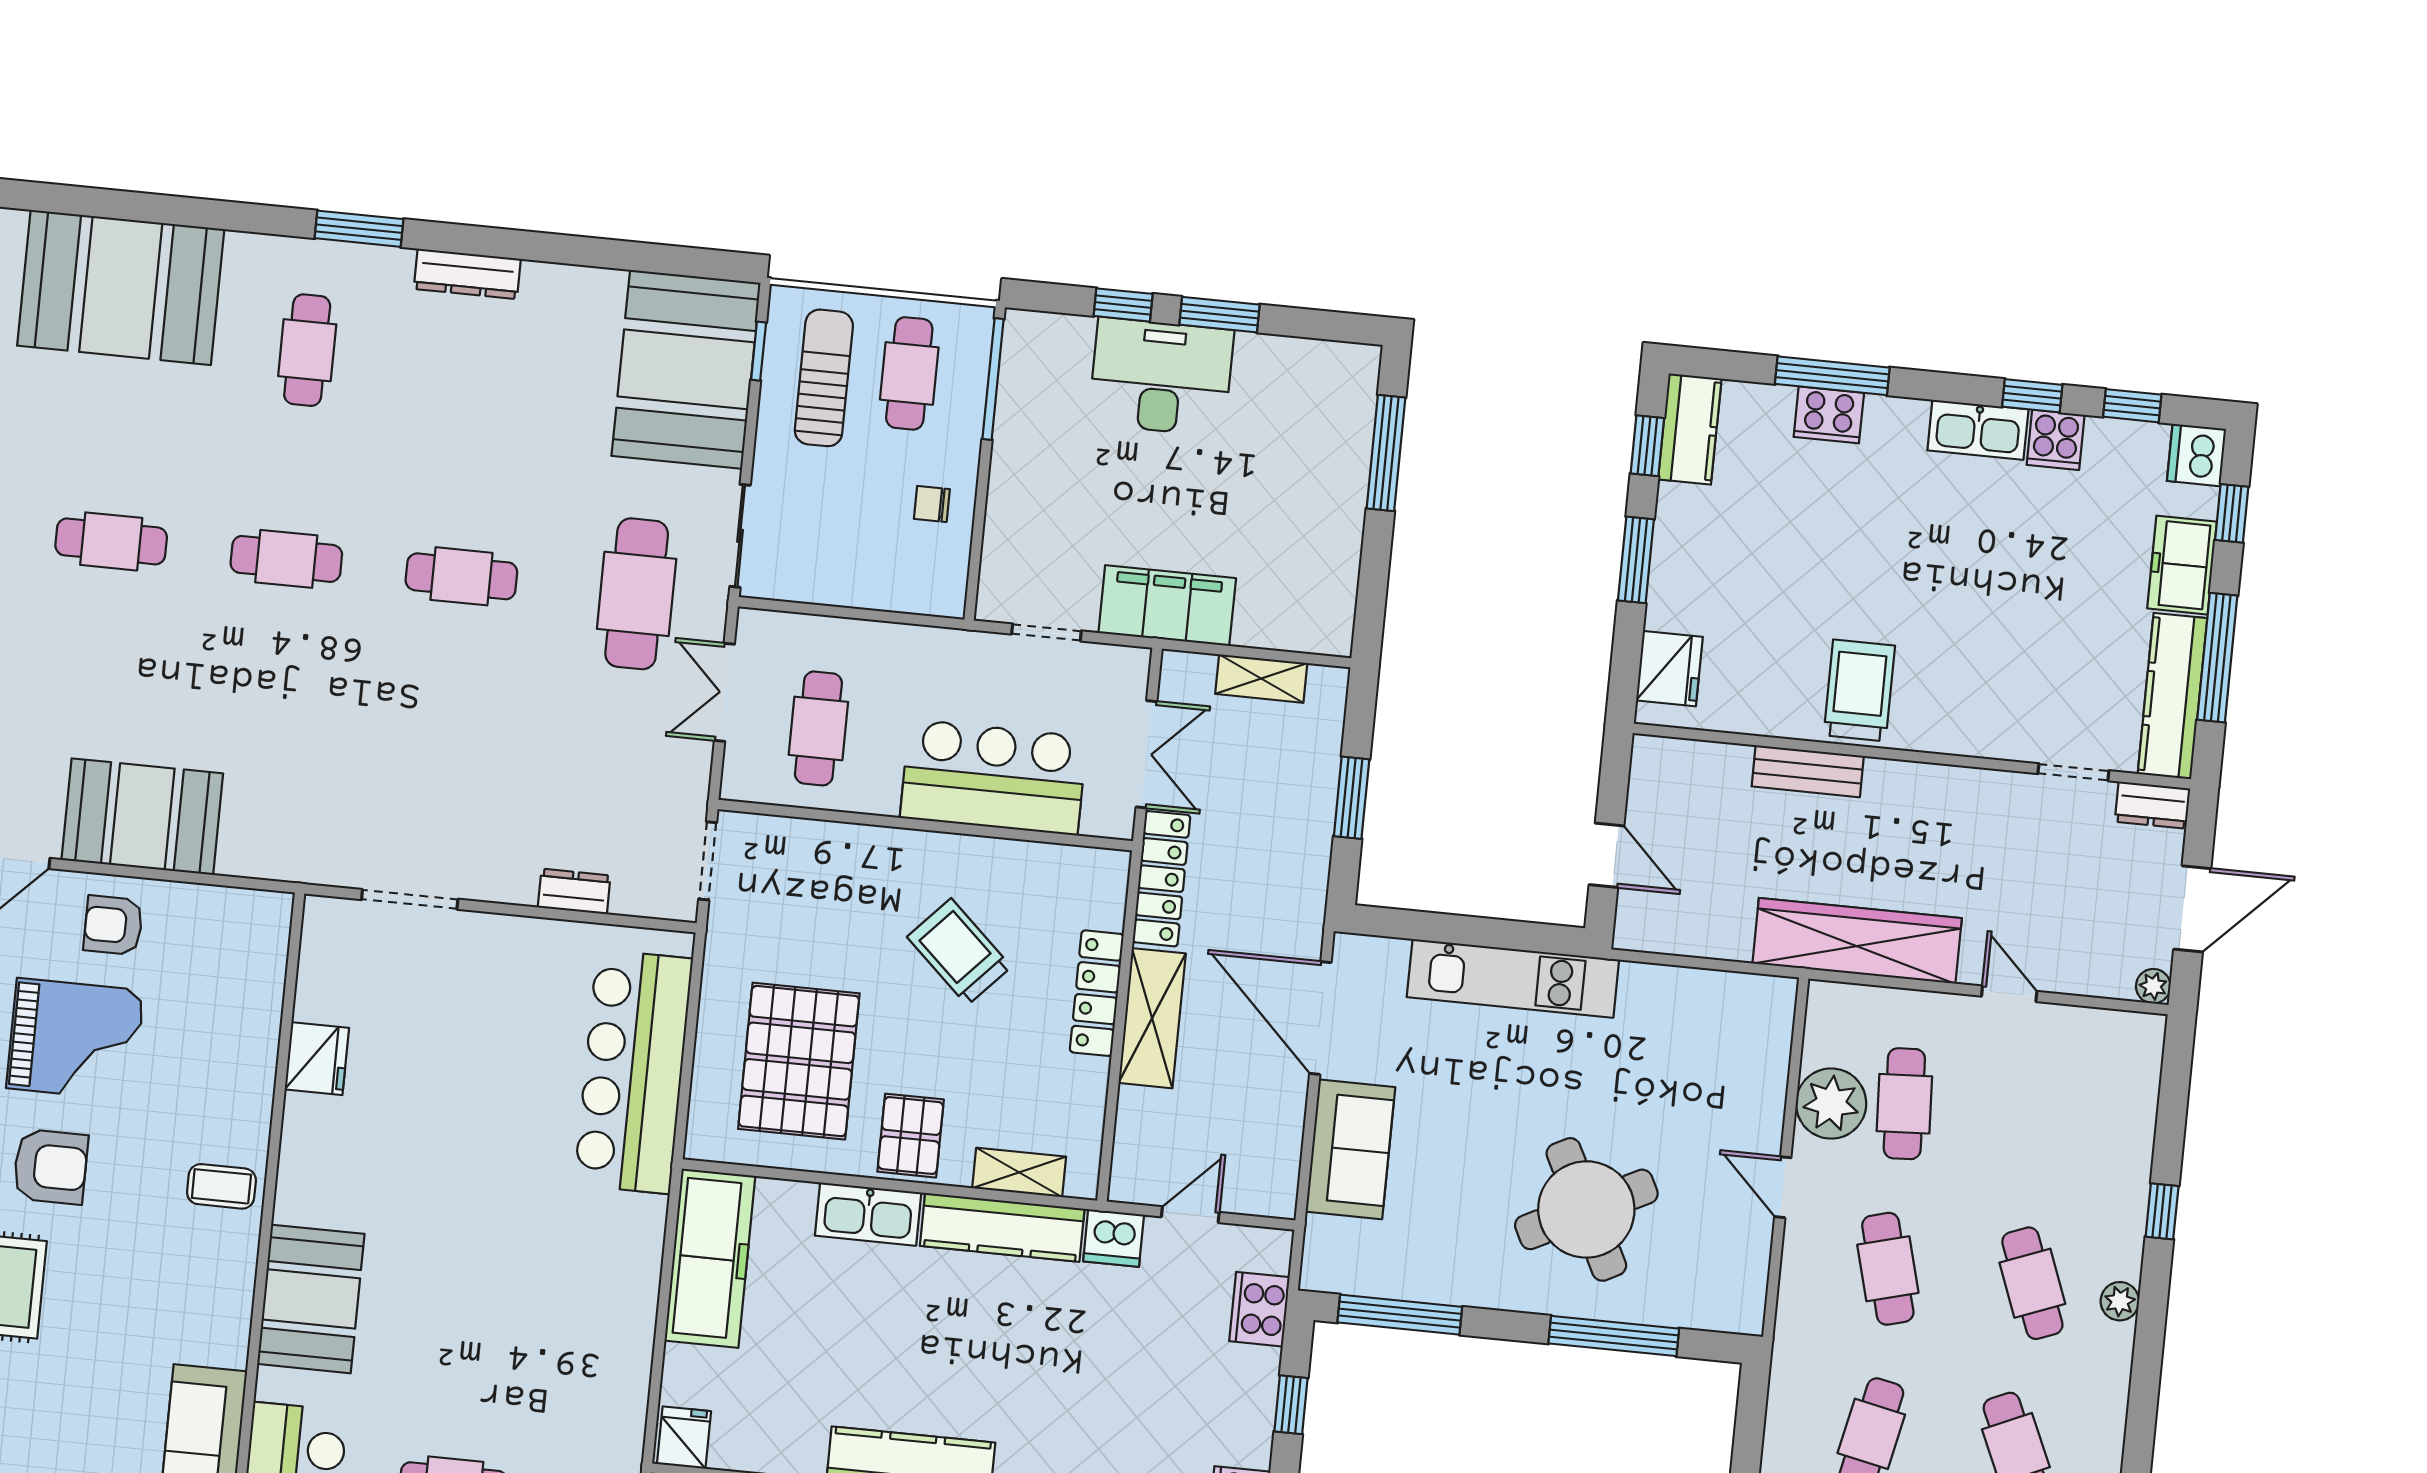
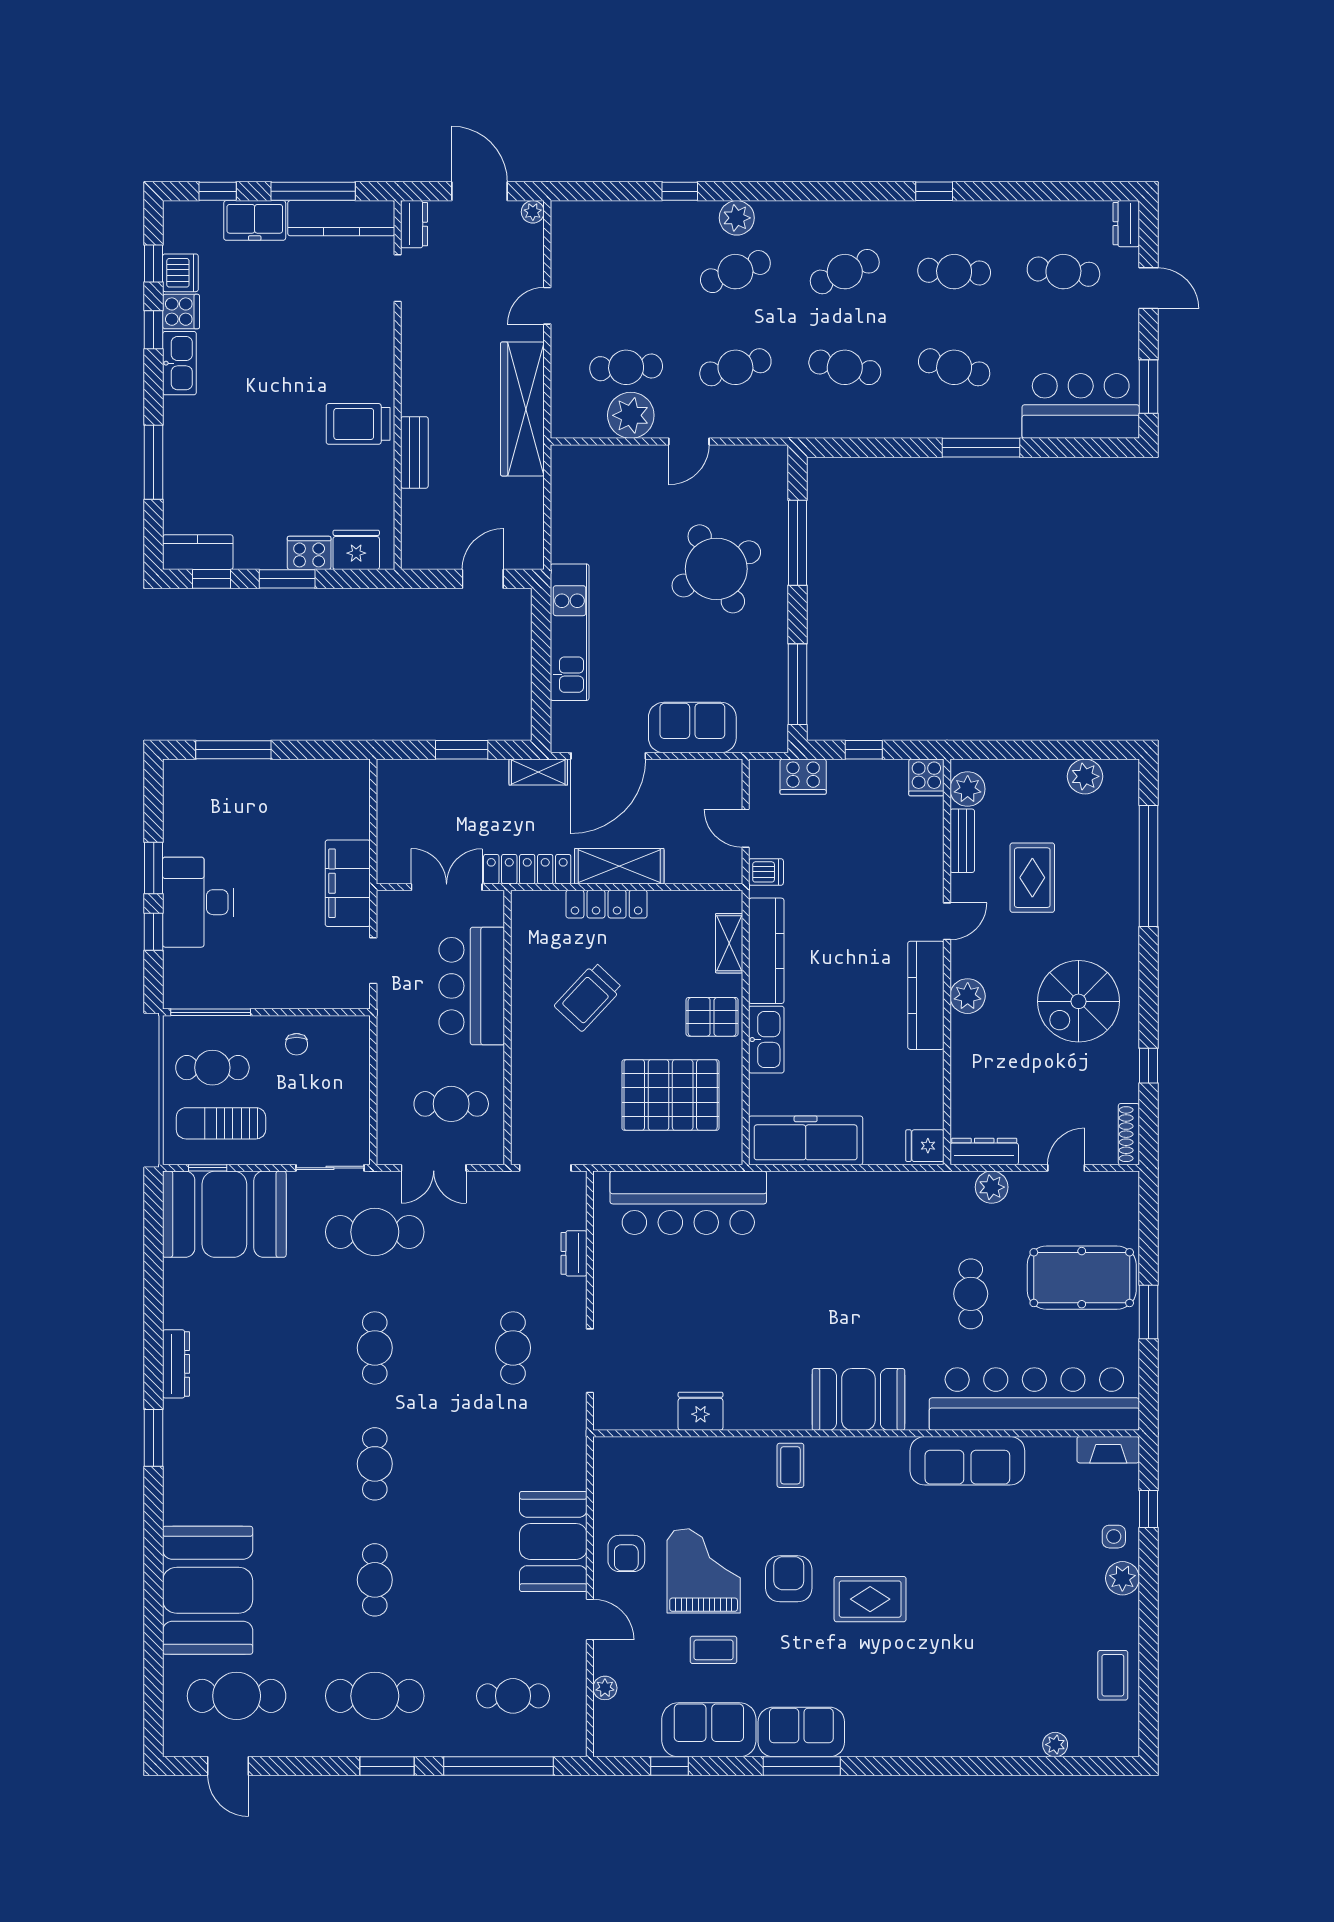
cafe table: (307, 350) -> (513, 1348), moved, turned 90
cooker: (1829, 415) -> (309, 553), moved, turned -90
dishwasher: (2197, 455) -> (180, 273), moved, turned -90
shelving: (1261, 679) -> (538, 772), moved, turned 90
dishwasher: (1114, 1238) -> (766, 872), width x0.73
plant: (2120, 1301) -> (737, 218), width x1.38, depth x1.38

